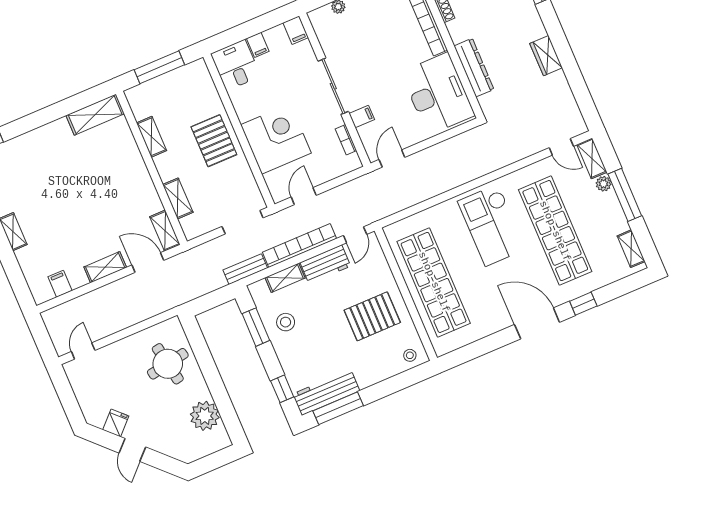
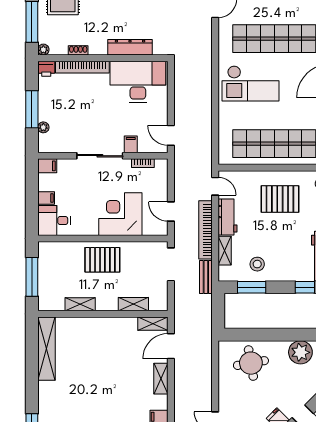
shelving: (95, 115) -> (46, 349), width x1.47
pallet: (372, 316) -> (280, 199), turned 90

